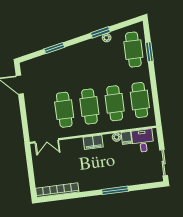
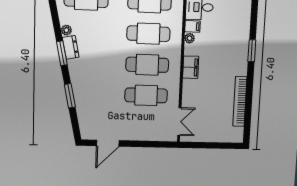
window: (100, 32) -> (62, 53), moved
dresser: (93, 43) -> (71, 47), added
bookcase: (57, 190) -> (240, 101), moved
window: (115, 190) -> (252, 51), width x0.69

